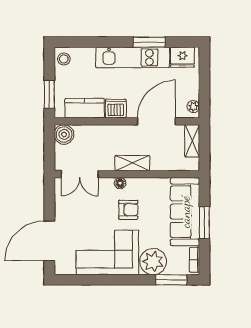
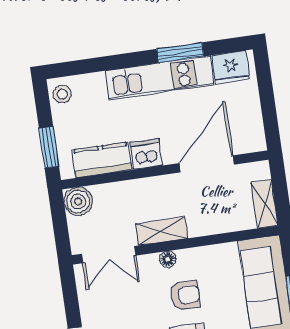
plant: (193, 107) -> (256, 135), removed
shelving: (192, 141) -> (264, 204), moved
shelving: (132, 163) -> (162, 231), moved

